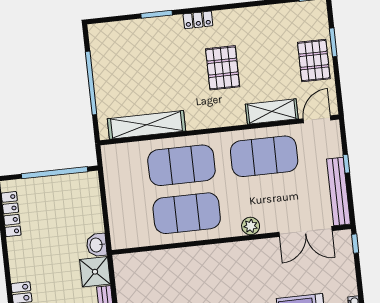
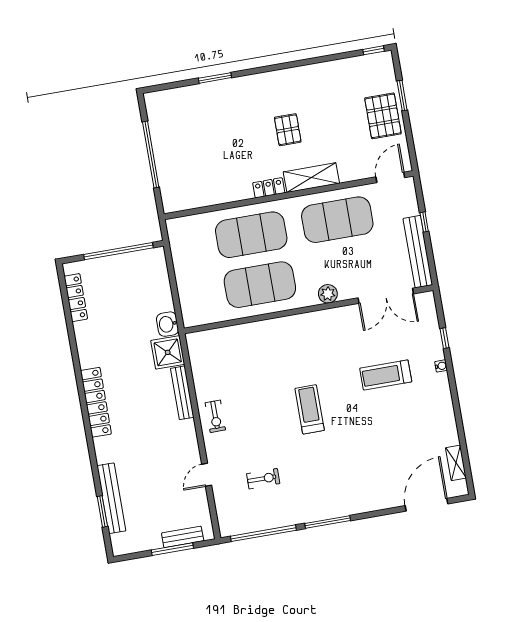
locker: (198, 20) -> (269, 188), moved, turned 180
pallet: (223, 68) -> (288, 130), width x0.67, depth x0.71
shelving: (272, 112) -> (311, 178), moved
shelving: (146, 125) -> (212, 195), removed
window: (355, 244) -> (444, 338), moved

